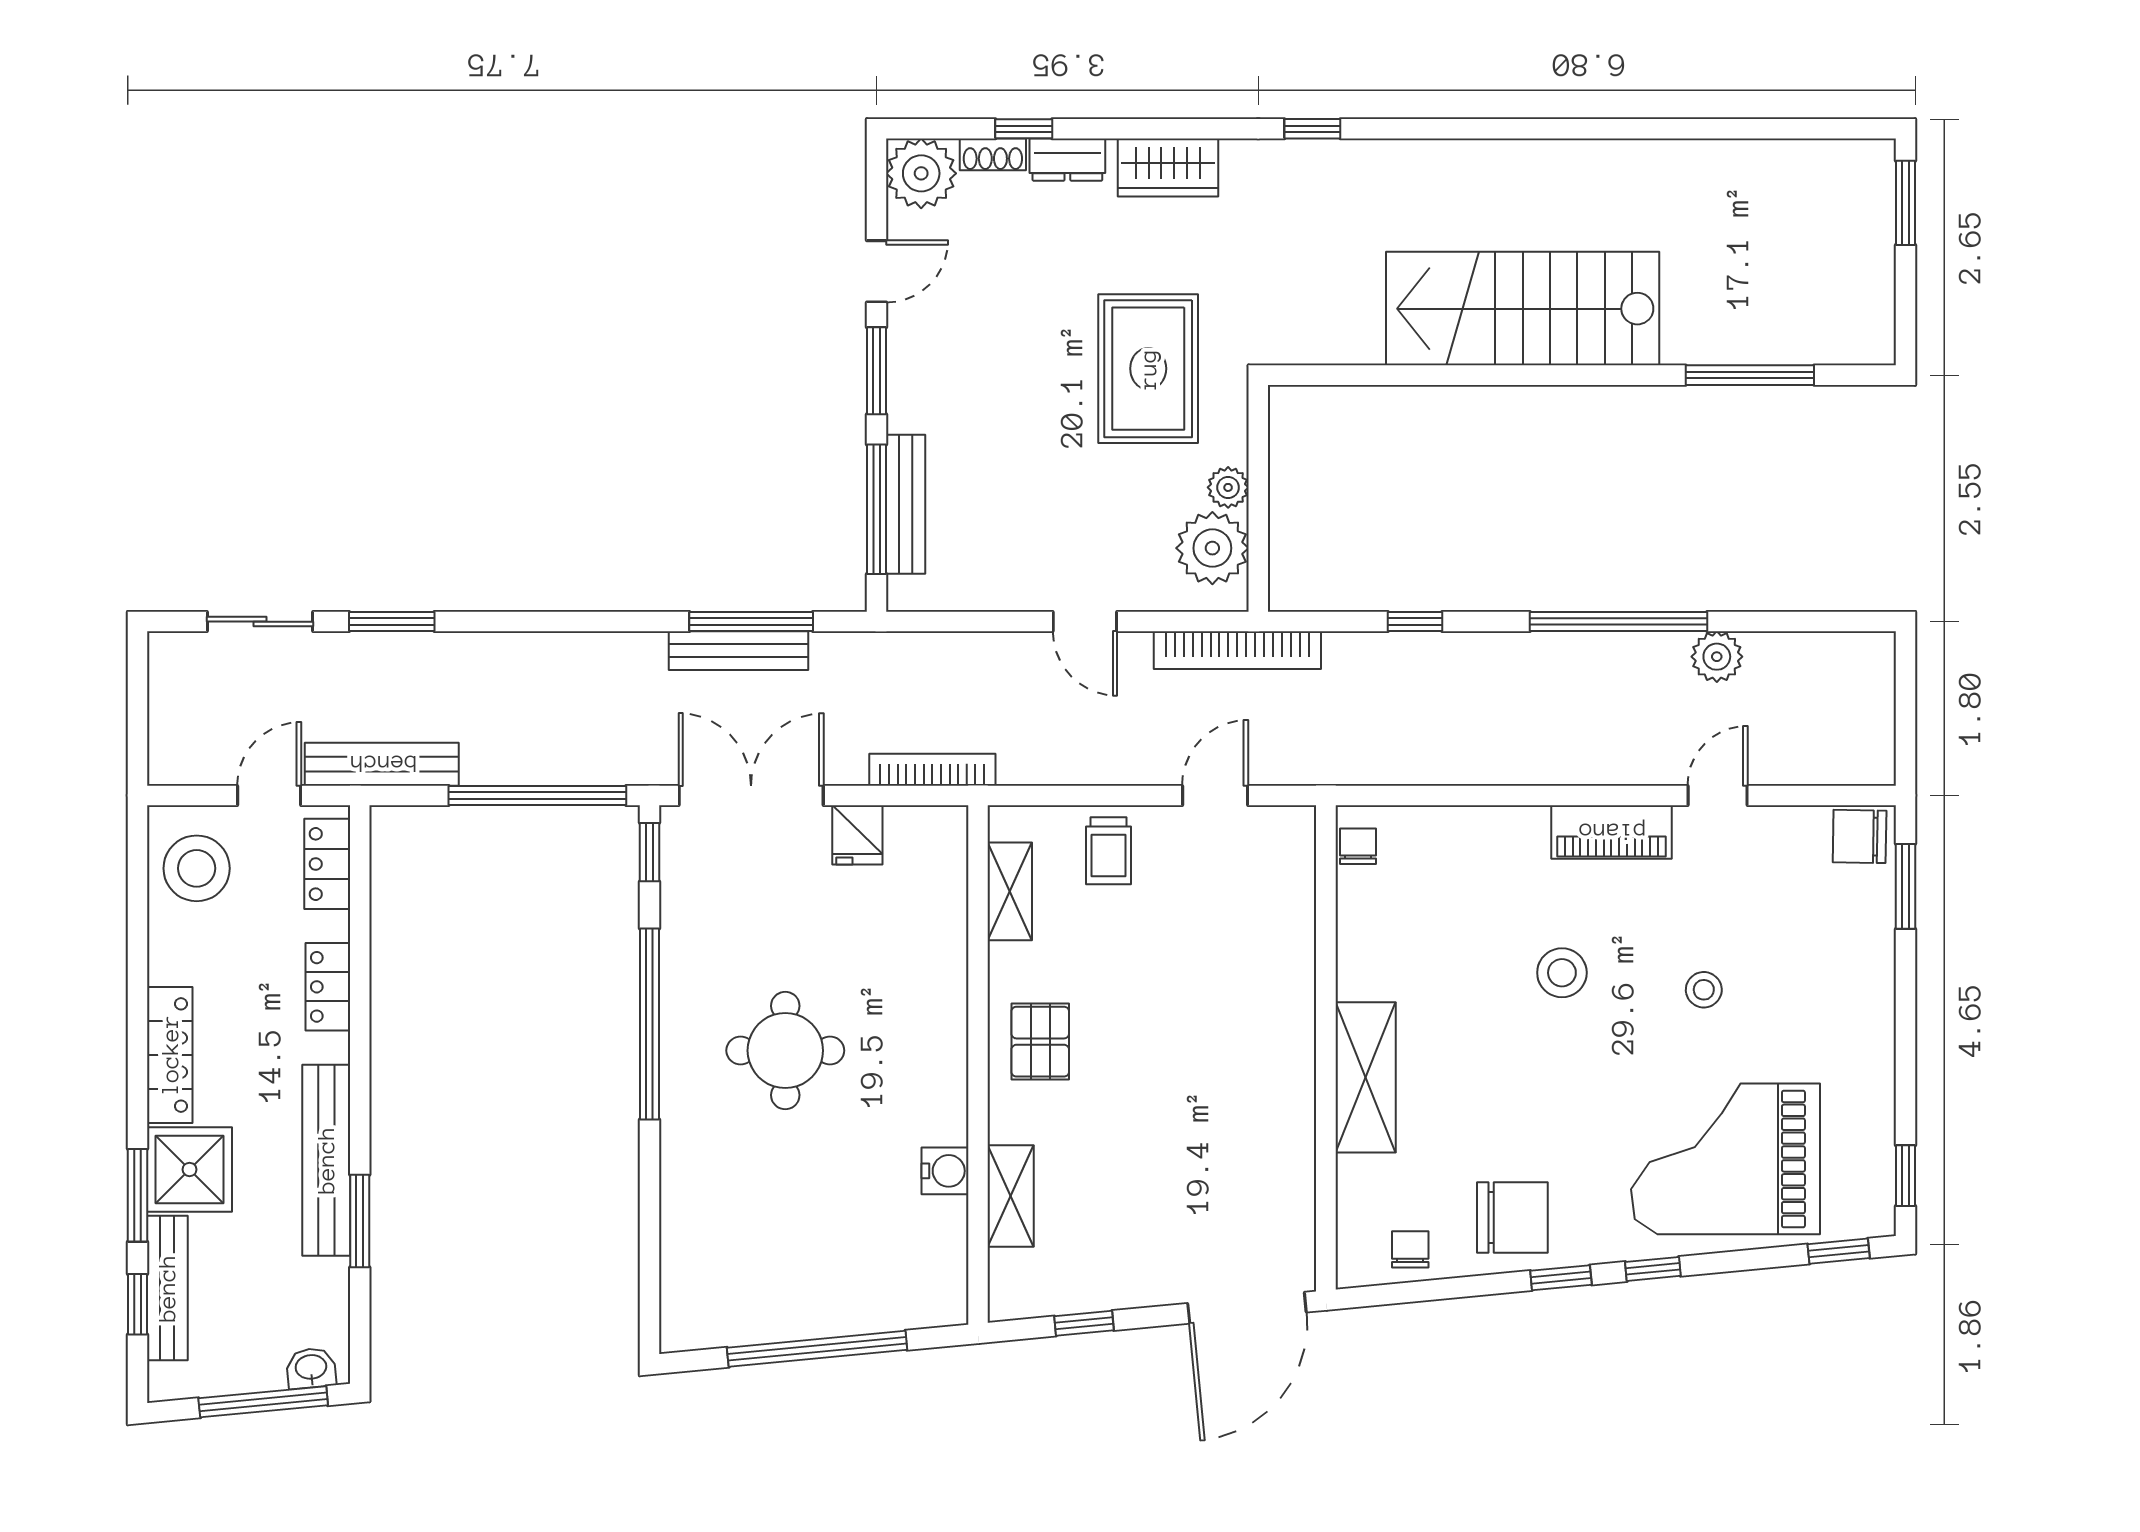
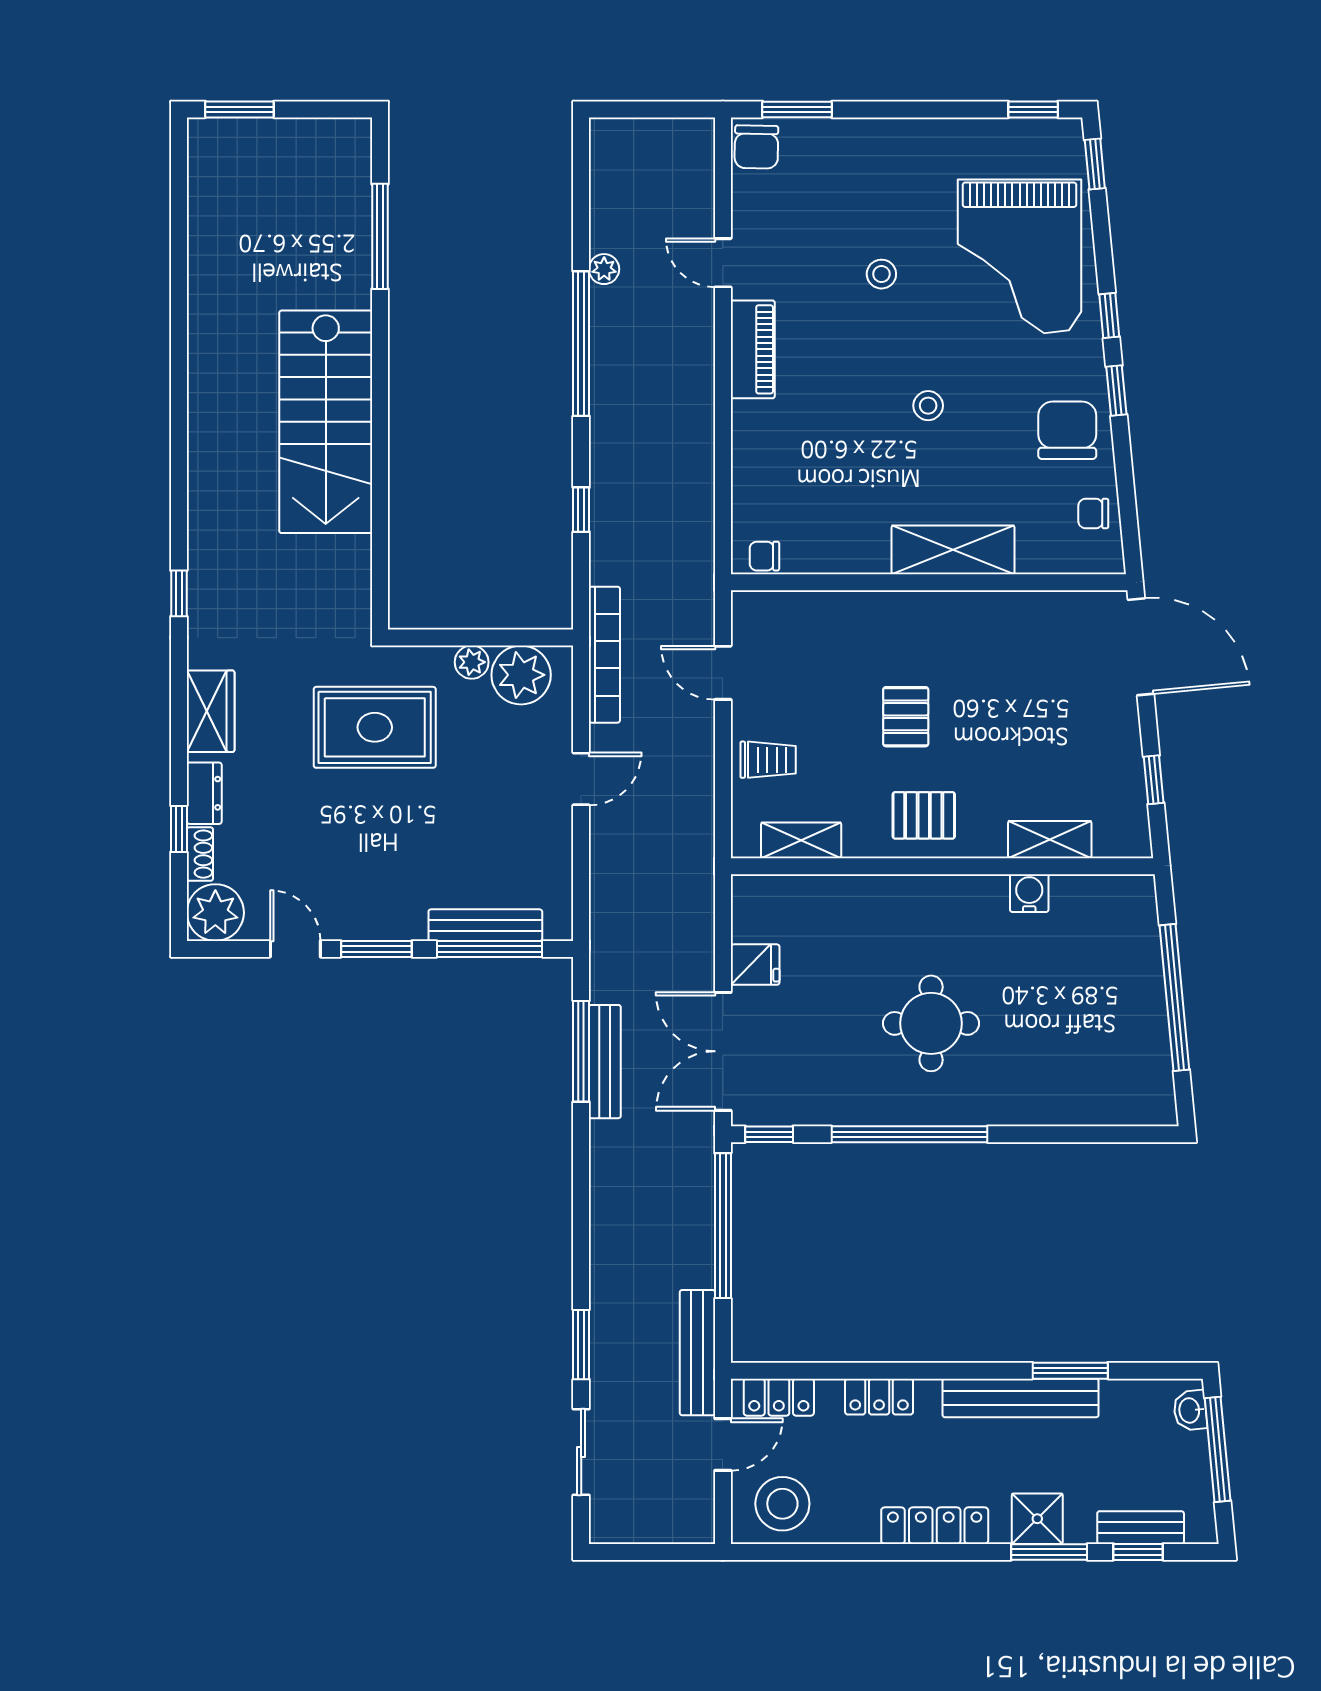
plant: (1717, 657) -> (604, 269), width x0.73, depth x0.73
bookcase: (932, 770) -> (702, 903), removed
door: (269, 795) -> (723, 1445), swing flipped
stool: (1562, 973) -> (928, 406), moved, width x0.73, depth x0.73
pallet: (1161, 1020) -> (906, 717), added
shower: (190, 1169) -> (1037, 1519), width x0.73, depth x0.73
bench: (167, 1288) -> (1141, 1528), width x0.73

